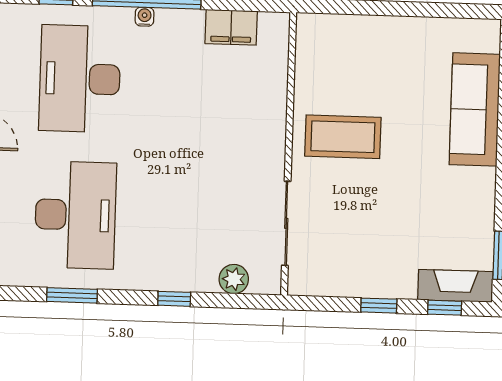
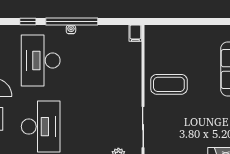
filing cabinet: (231, 27) -> (135, 33), moved, width x0.50

